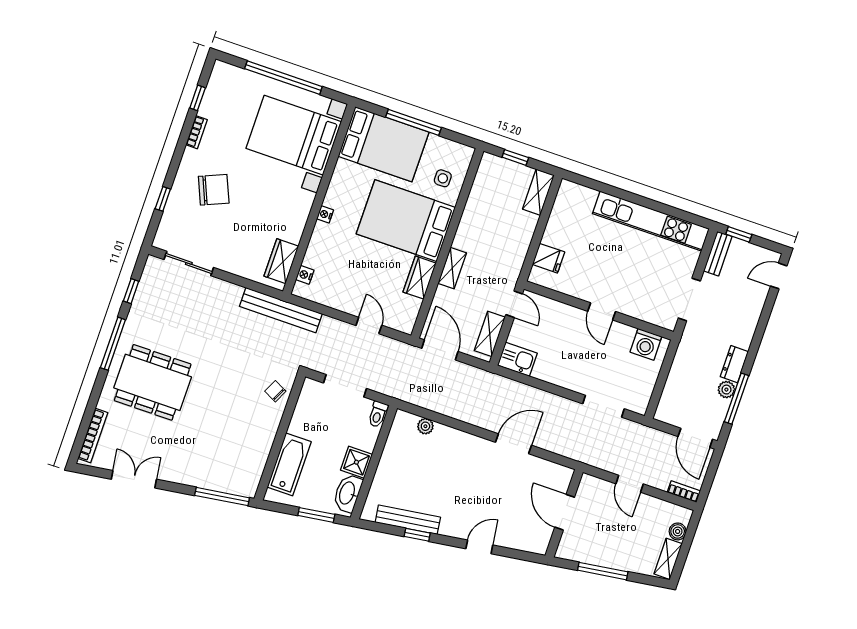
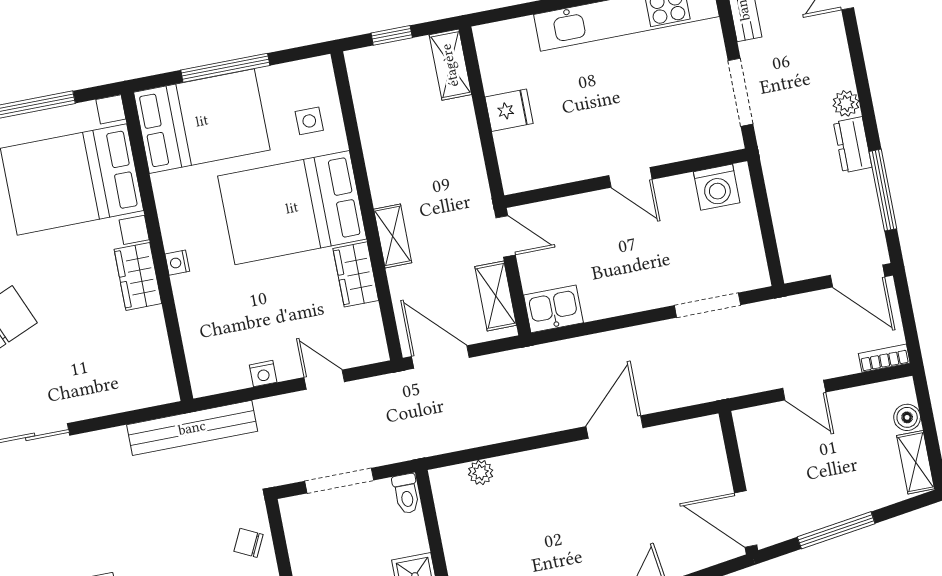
fridge: (548, 258) -> (509, 110), moved
wardrobe: (281, 261) -> (138, 276), moved
nightstand: (305, 275) -> (263, 374), moved, turned -90
plant: (726, 390) -> (846, 103), moved
door: (565, 512) -> (746, 519), moved

